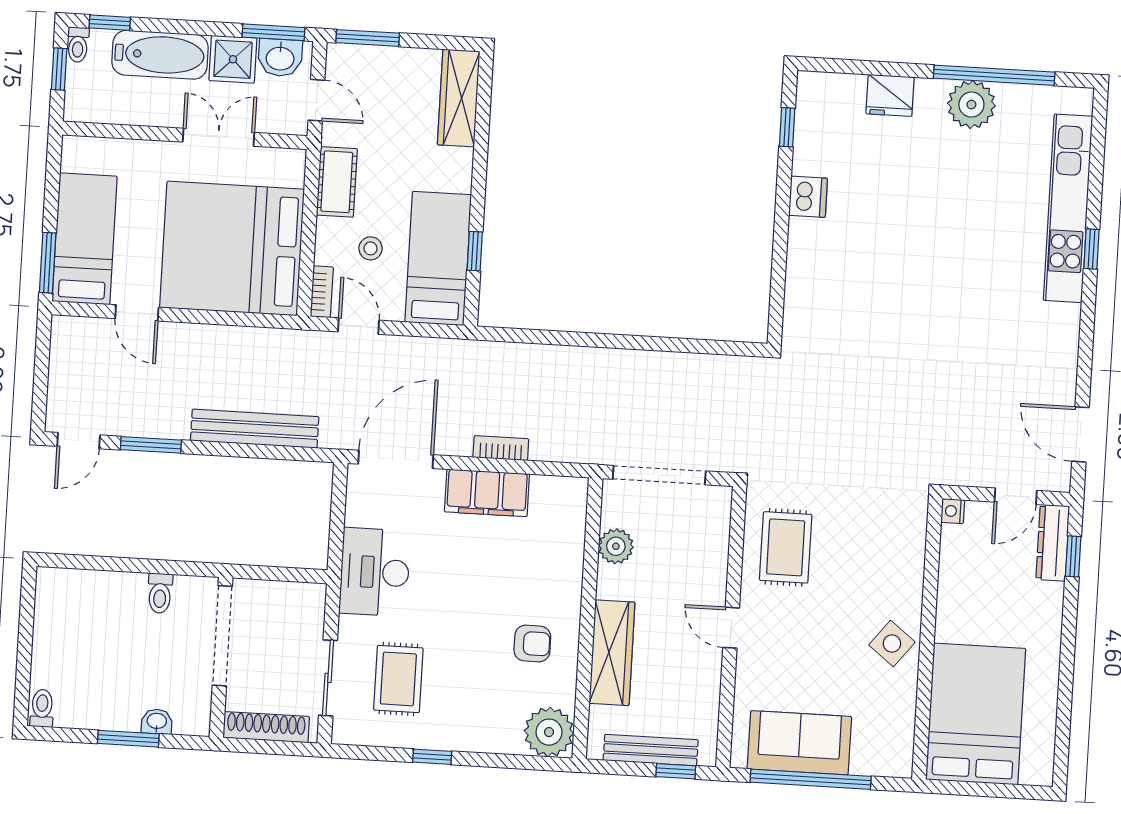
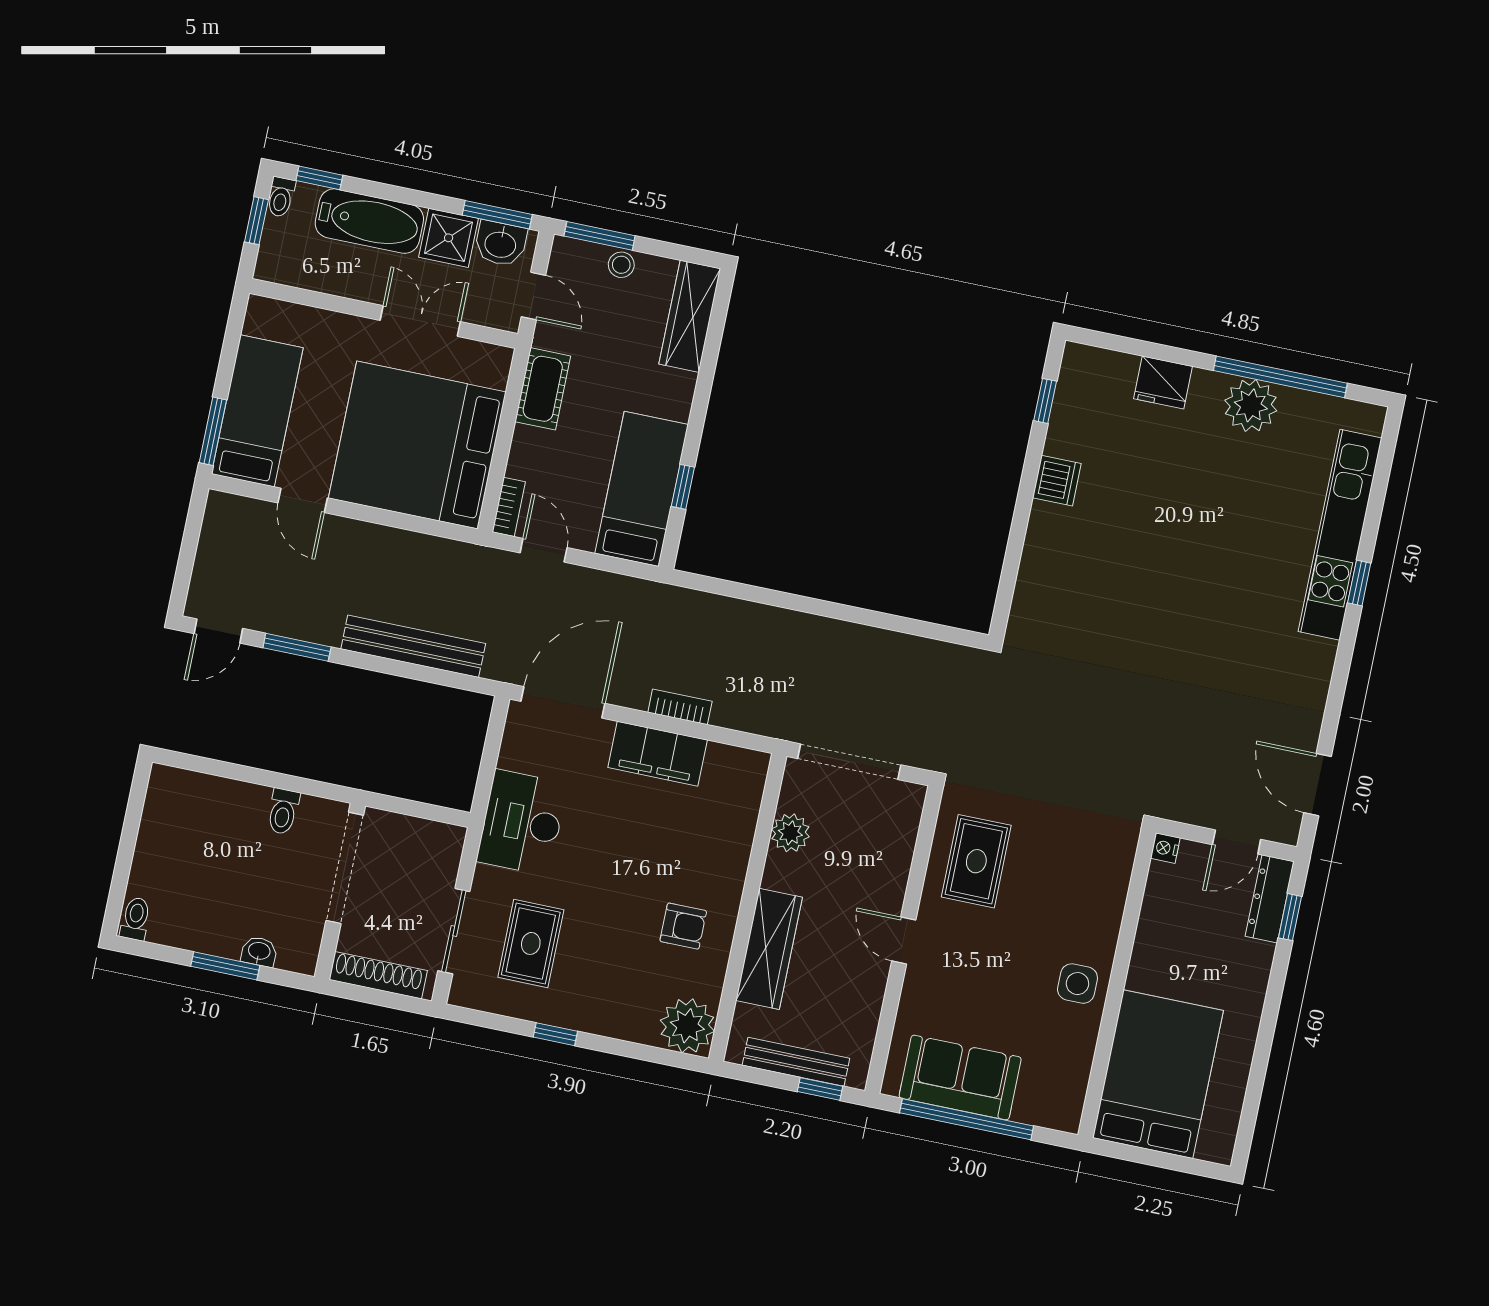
stool: (371, 248) -> (621, 265), moved
side table: (892, 643) -> (1077, 984), turned -38

